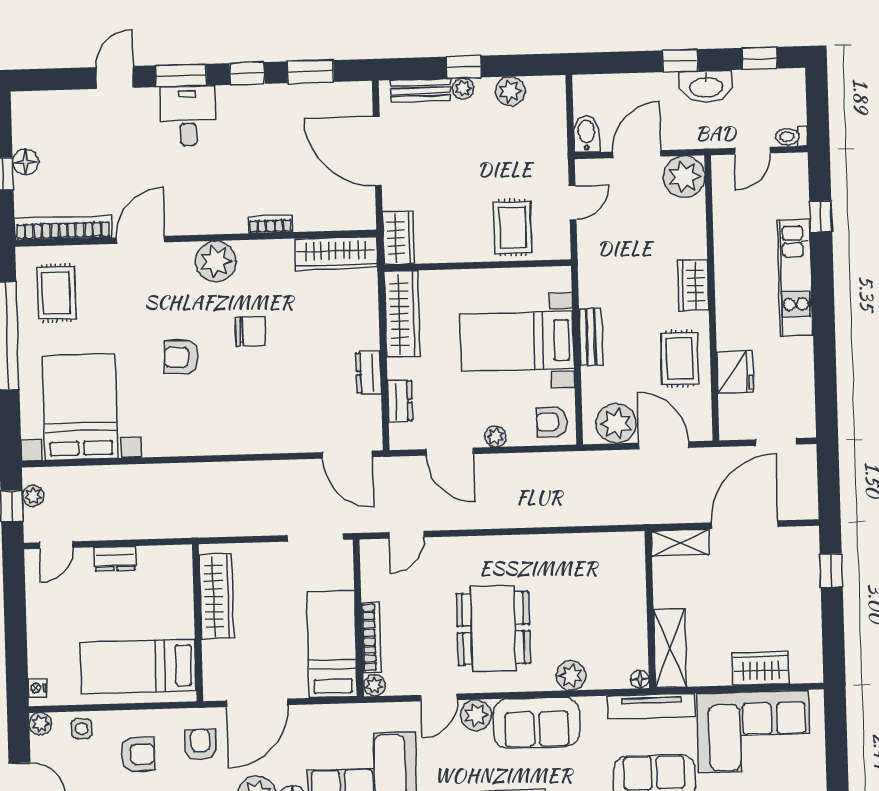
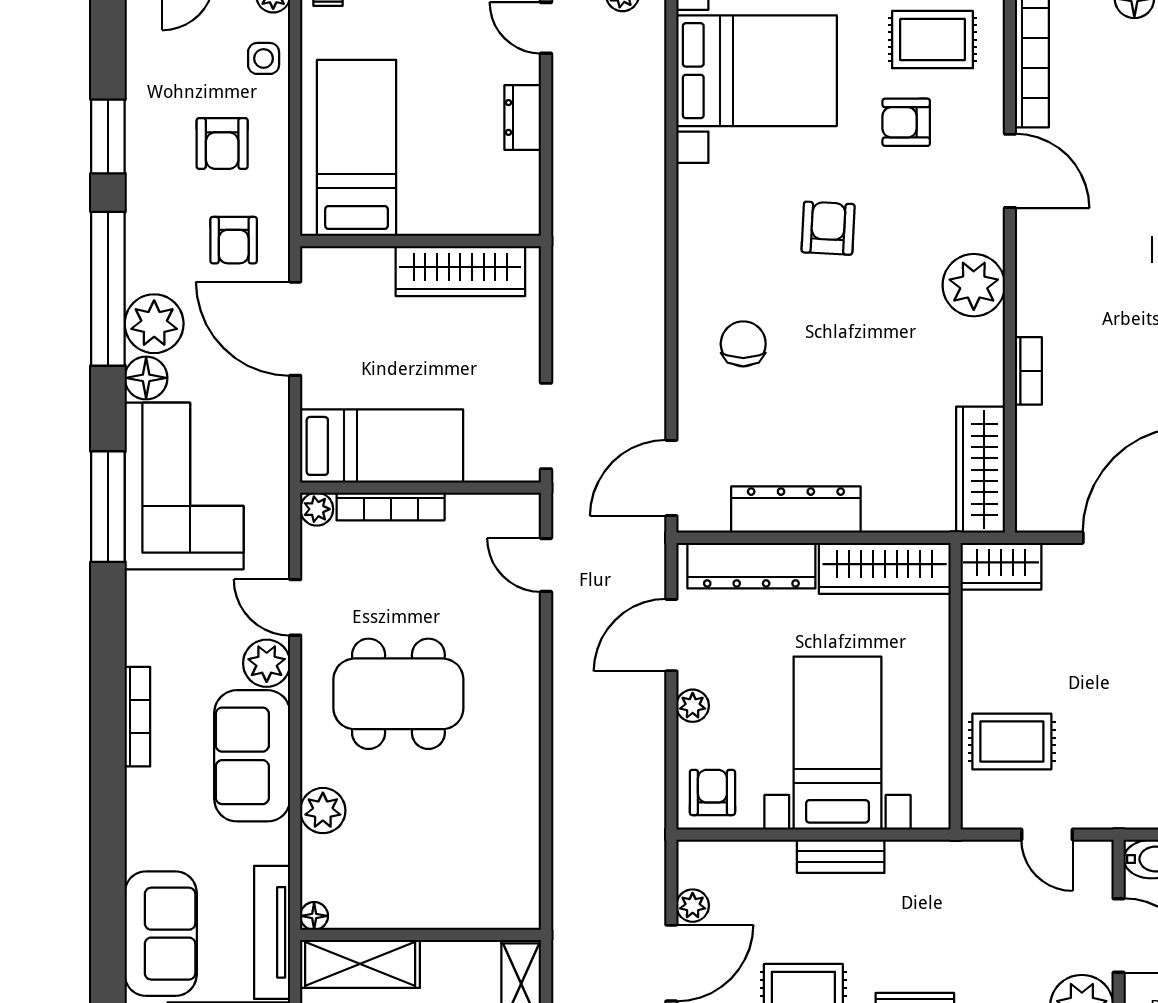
armchair: (111, 308) -> (906, 122), added
chair: (250, 331) -> (743, 344), moved, turned 180
dresser: (368, 373) -> (796, 510), width x1.96, depth x1.24
dresser: (400, 401) -> (751, 566), width x1.96, depth x1.24
plant: (616, 424) -> (693, 906), width x0.53, depth x0.53
armchair: (201, 745) -> (234, 240), turned 90

